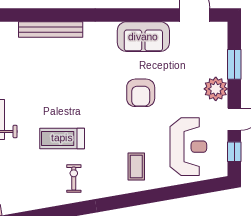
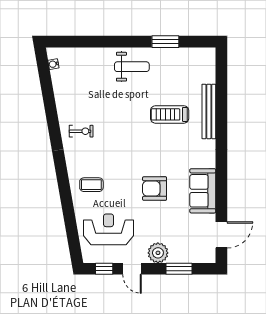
treadmill: (62, 138) -> (170, 114), moved, turned -90
reception desk: (188, 147) -> (108, 229), turned 180

